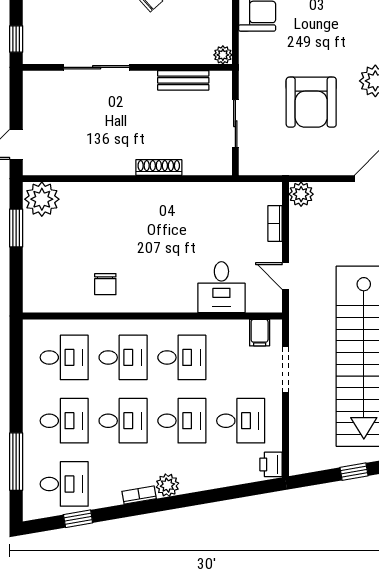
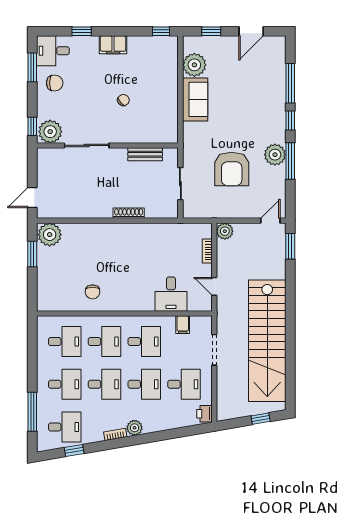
plant: (223, 55) -> (50, 132), moved, width x1.88, depth x1.88
filing cabinet: (260, 333) -> (183, 325), moved

